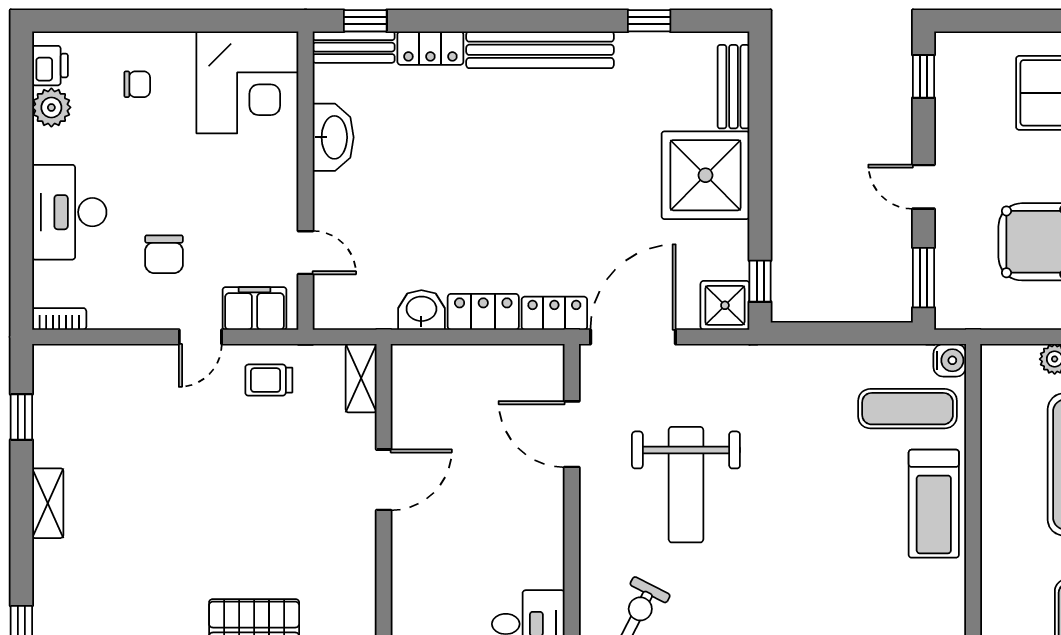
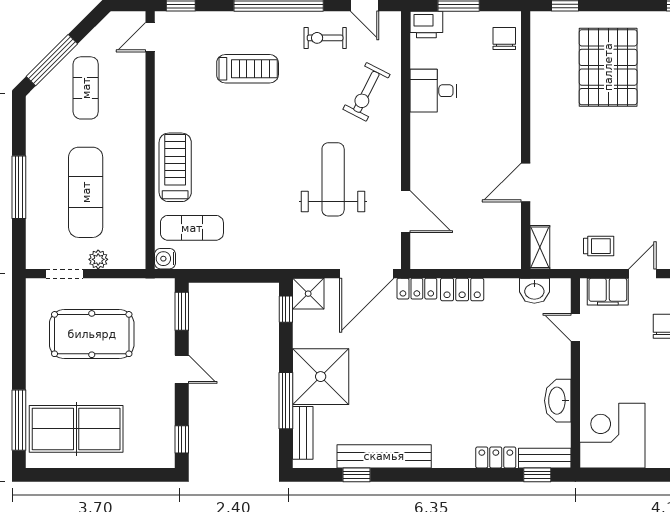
bench: (540, 50) -> (384, 456), moved
window: (760, 138) -> (286, 401), added
washbasin: (421, 310) -> (534, 291), moved

